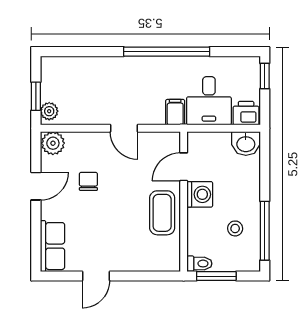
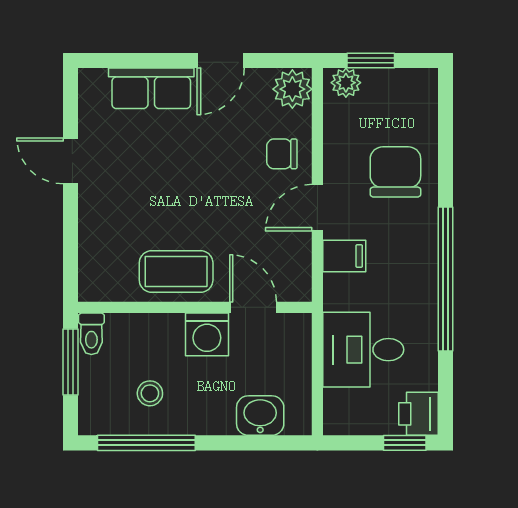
chair: (103, 82) -> (395, 172), added
filing cabinet: (175, 112) -> (344, 256), moved
printer: (246, 113) -> (418, 414), moved, turned 180
washbasin: (246, 143) -> (260, 416), moved, turned 90
chair: (88, 181) -> (282, 154), moved, turned 180
door: (36, 186) -> (221, 61), hinge flipped
row of seats: (53, 246) -> (151, 88), moved

